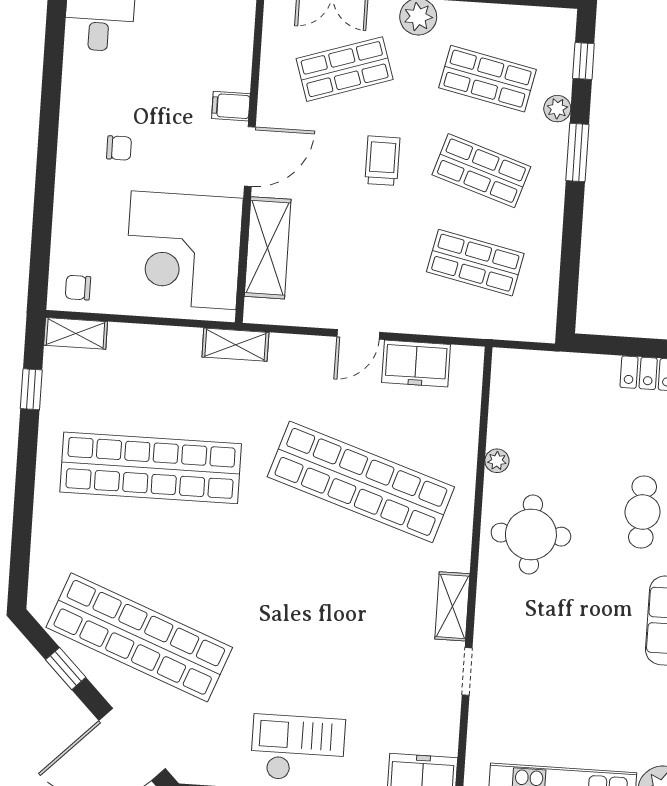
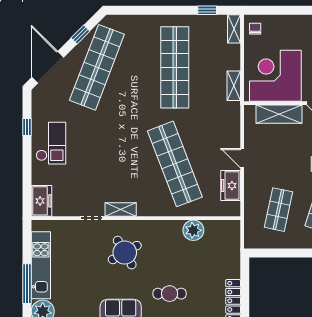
shelving: (235, 345) -> (234, 86), moved
plant: (497, 461) -> (193, 230), width x1.88, depth x1.88
shop shelf: (361, 482) -> (175, 164), turned -39
round table: (531, 535) -> (125, 253), moved, turned -30

